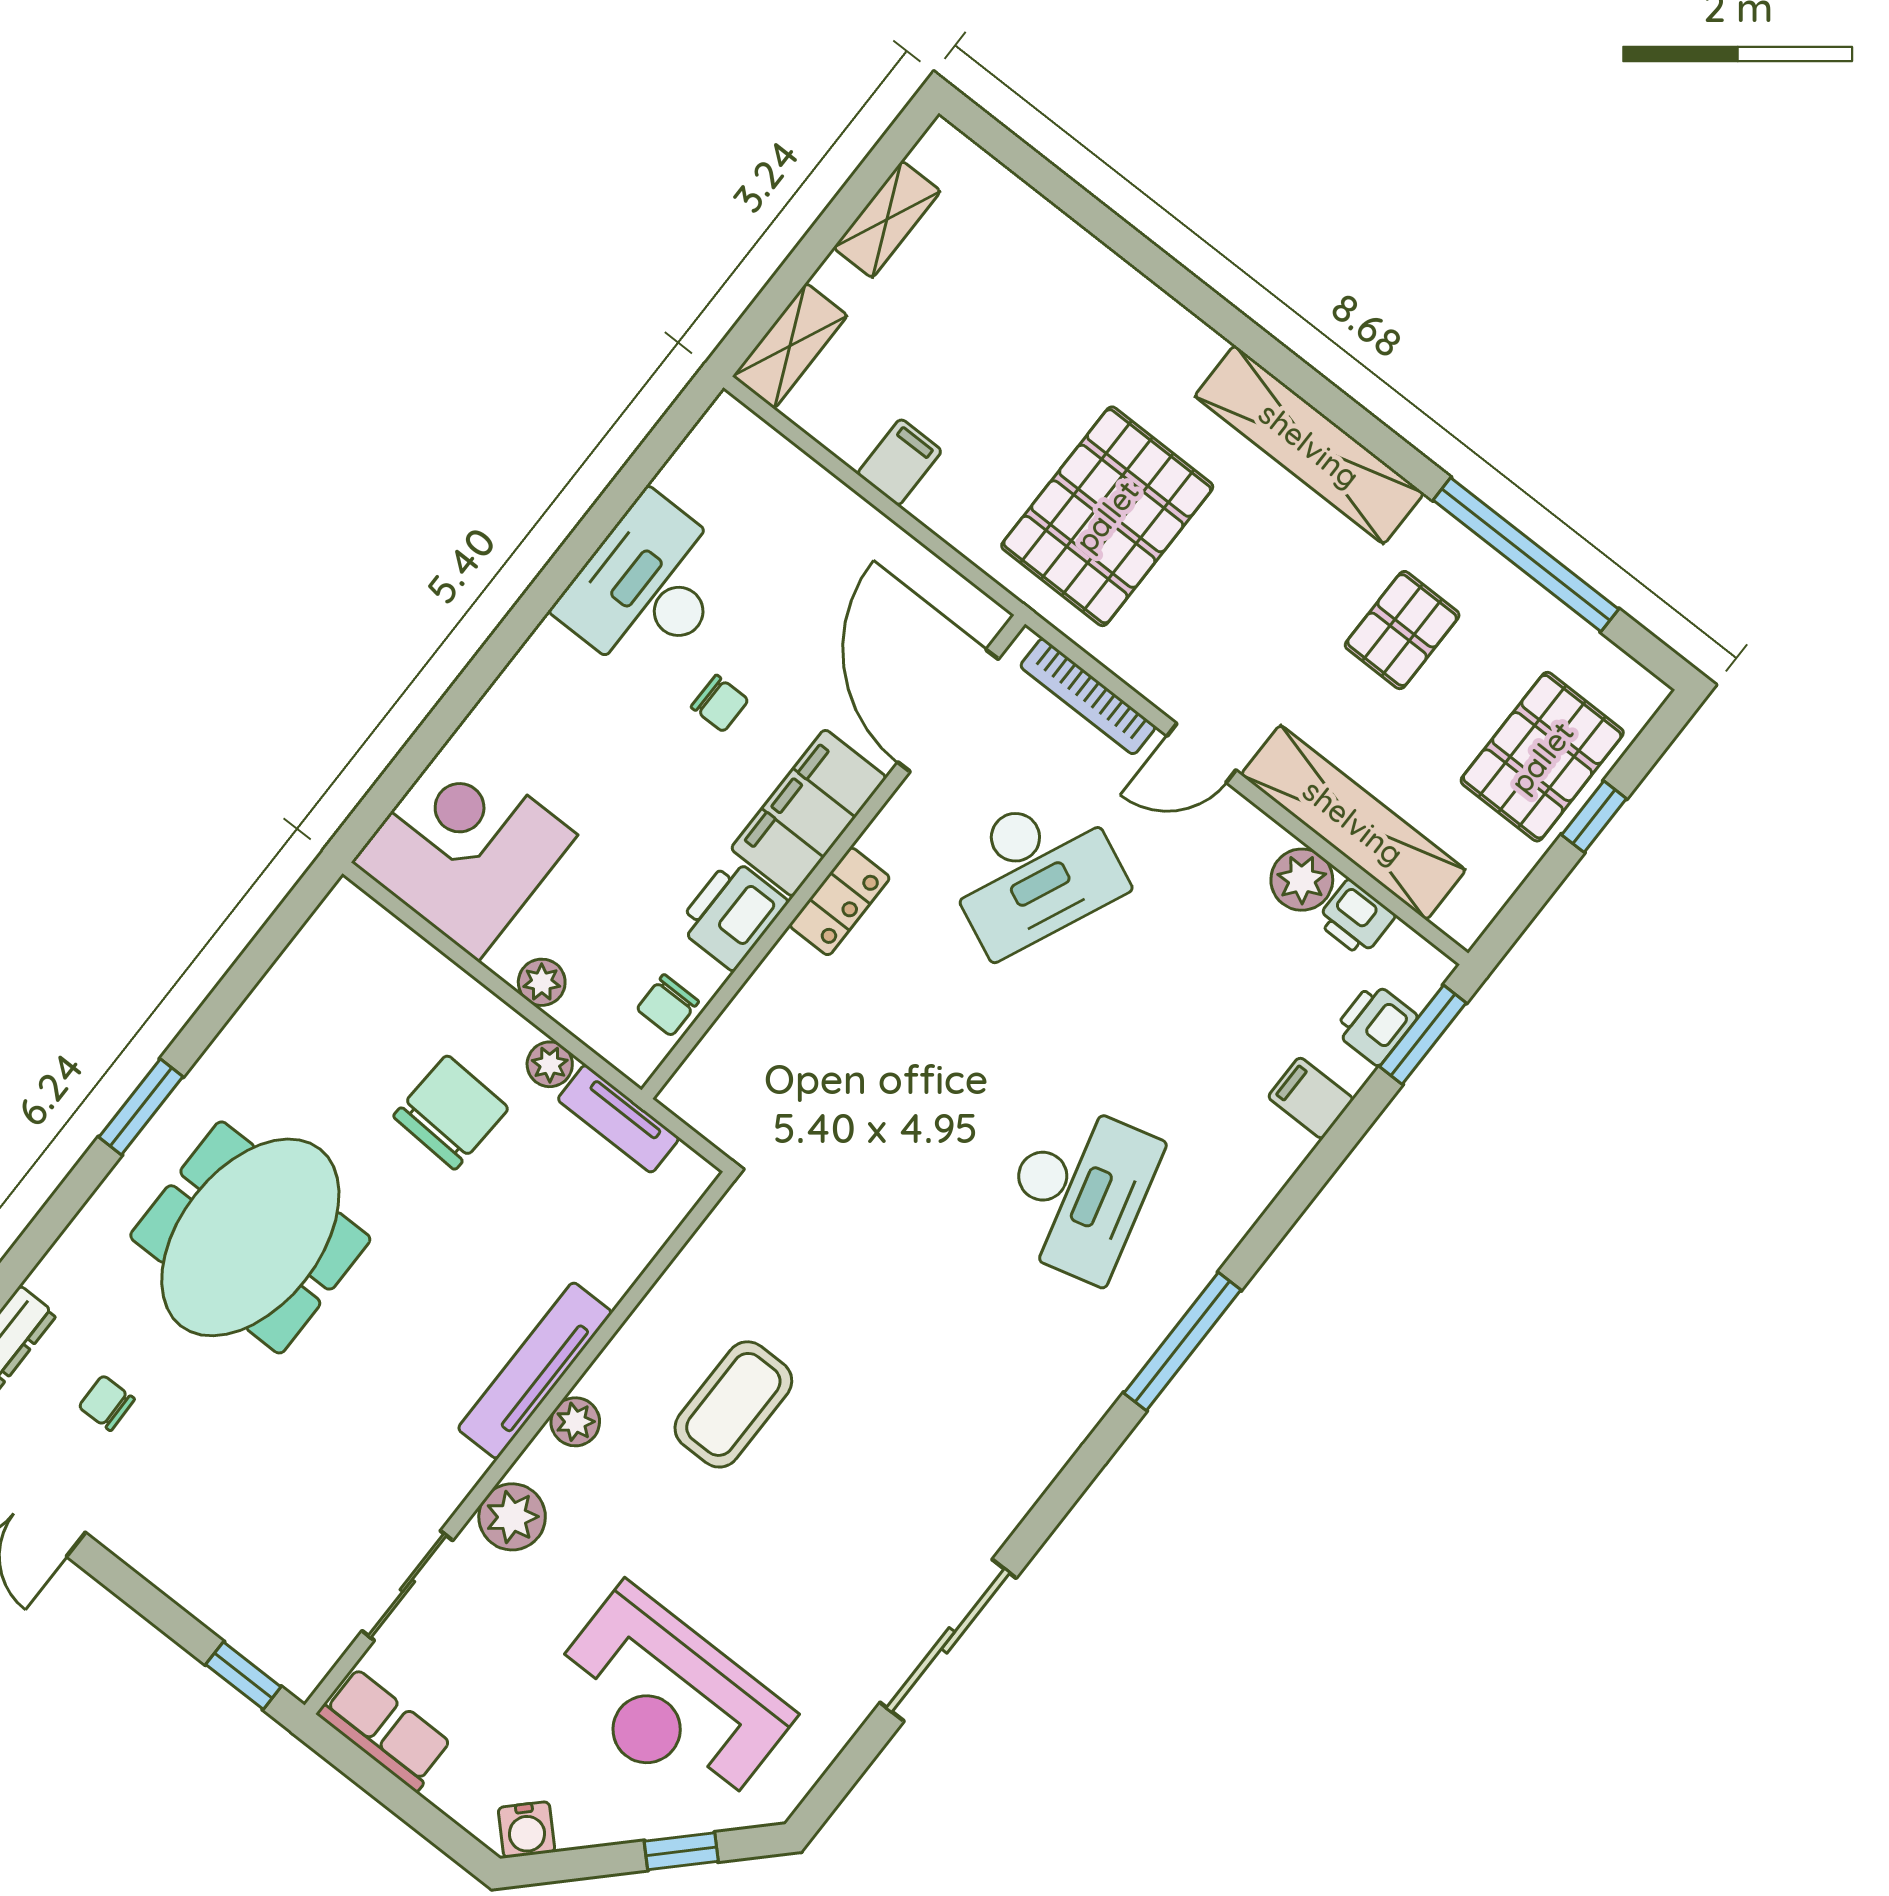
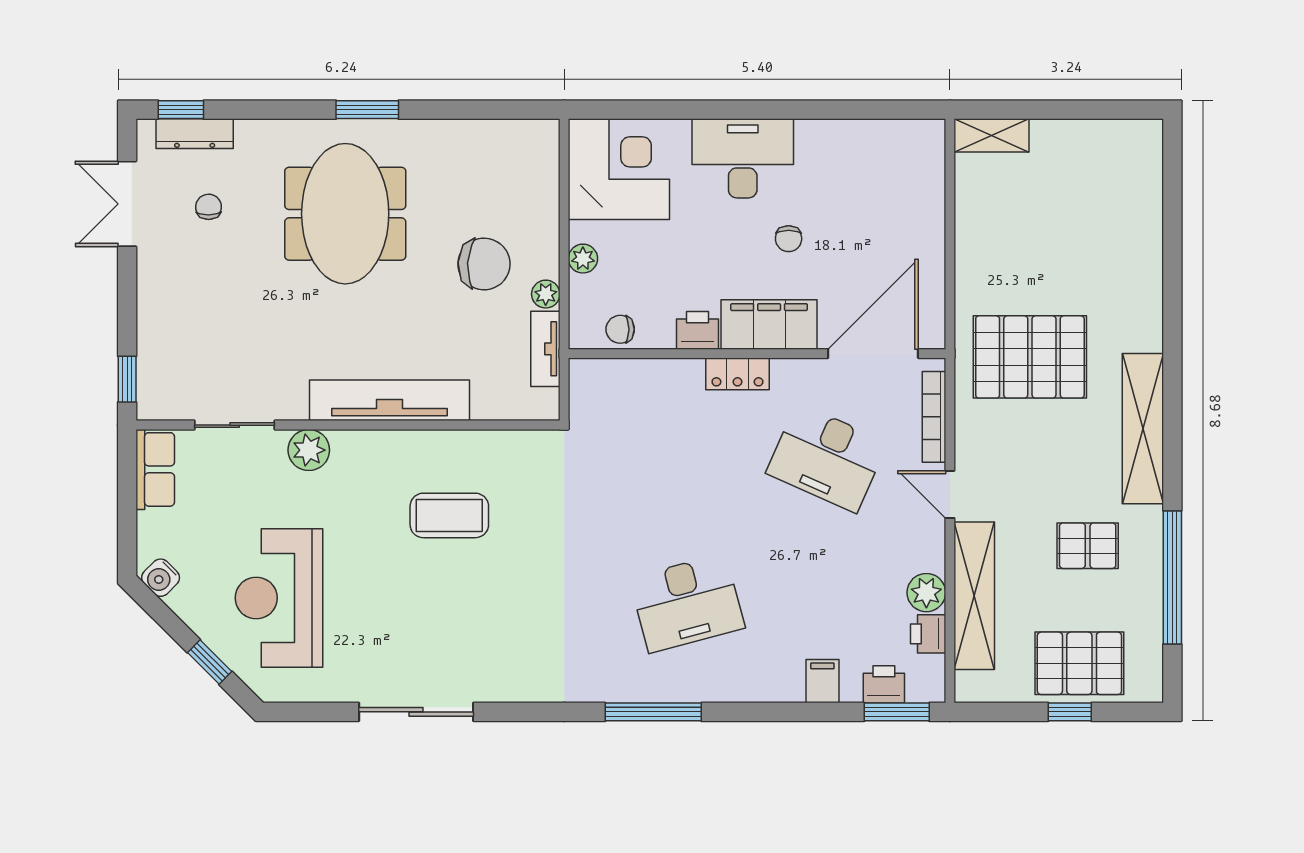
shelving: (887, 219) -> (1091, 134), removed
filing cabinet: (900, 462) -> (976, 234), removed
desk: (648, 587) -> (743, 158), moved
printer: (732, 914) -> (697, 330), width x0.73, depth x0.81
meeting table: (250, 1237) -> (345, 214), turned 90
tv unit: (535, 1370) -> (390, 400), width x1.36, depth x1.29
plant: (575, 1422) -> (380, 444), removed

